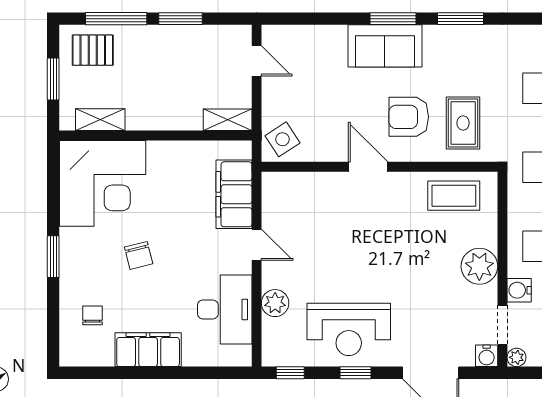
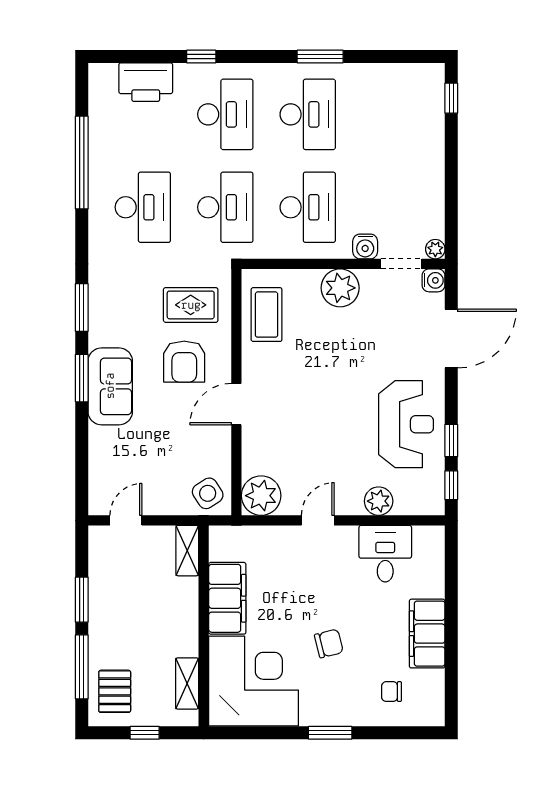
window: (53, 79) -> (145, 733), width x0.67
plant: (280, 191) -> (261, 496), added
filing cabinet: (234, 194) -> (227, 598), moved, turned -90
desk: (225, 309) -> (385, 554), width x0.73
window: (356, 373) -> (451, 441), moved

